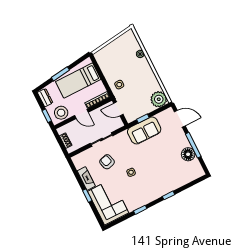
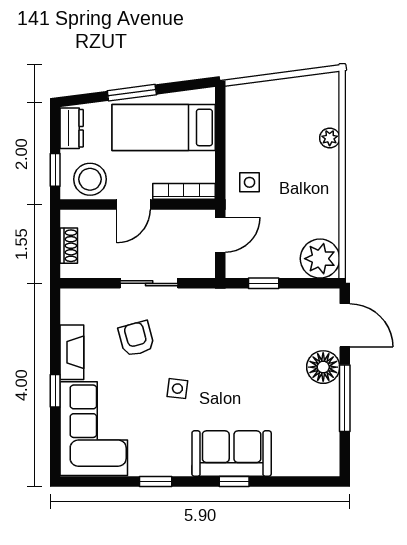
door: (118, 109) -> (220, 235), swing flipped
door: (81, 114) -> (133, 205), hinge flipped
sofa: (144, 130) -> (232, 454), moved, turned 180
floor lamp: (188, 154) -> (323, 367), moved

